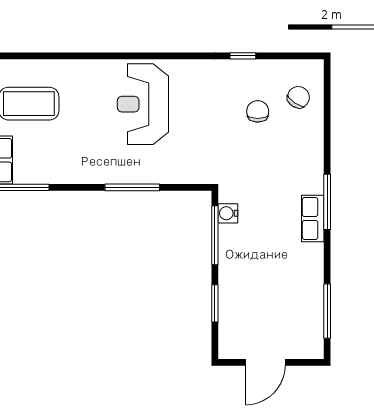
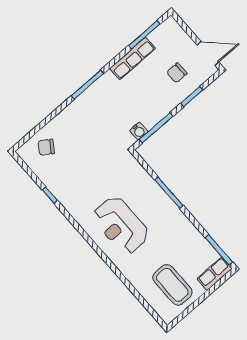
reception desk: (143, 104) -> (121, 225), turned 90
chair: (258, 111) -> (177, 73), moved
row of seats: (313, 218) -> (133, 58), moved, width x1.48
door: (265, 362) -> (208, 53), moved

